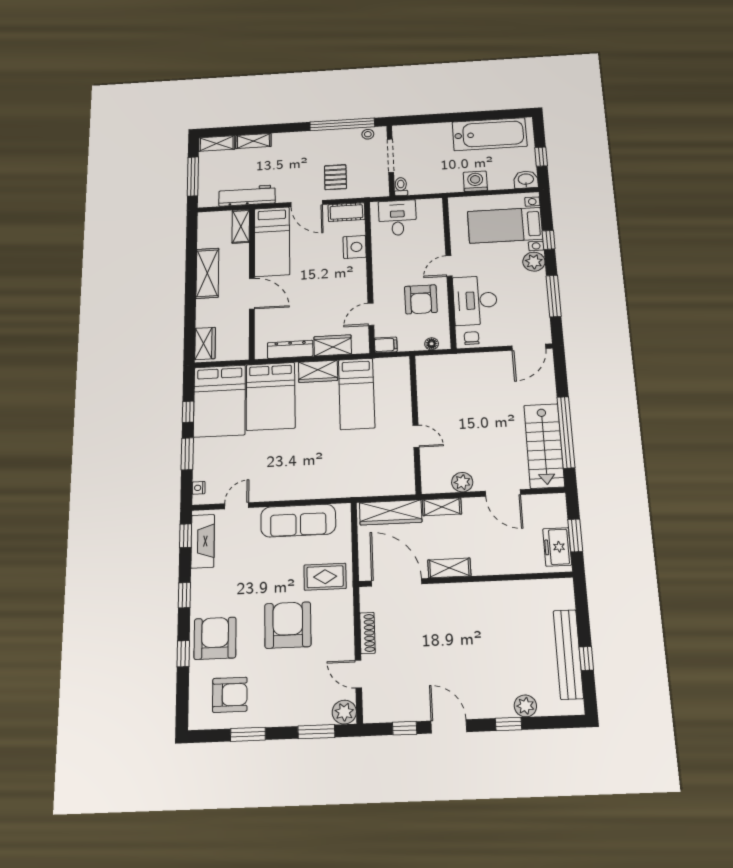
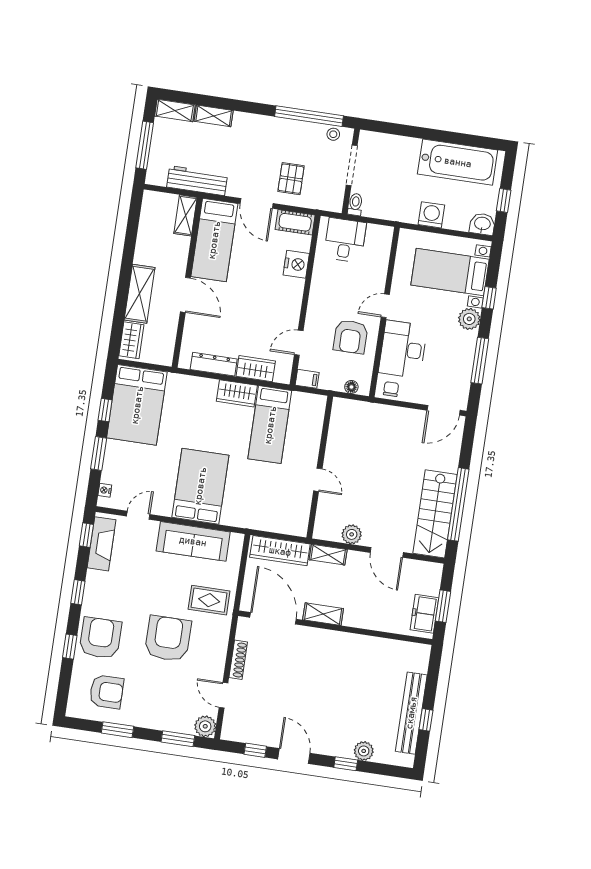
shelving: (207, 273) -> (140, 294), moved
bed: (271, 396) -> (200, 486), moved, turned 180

